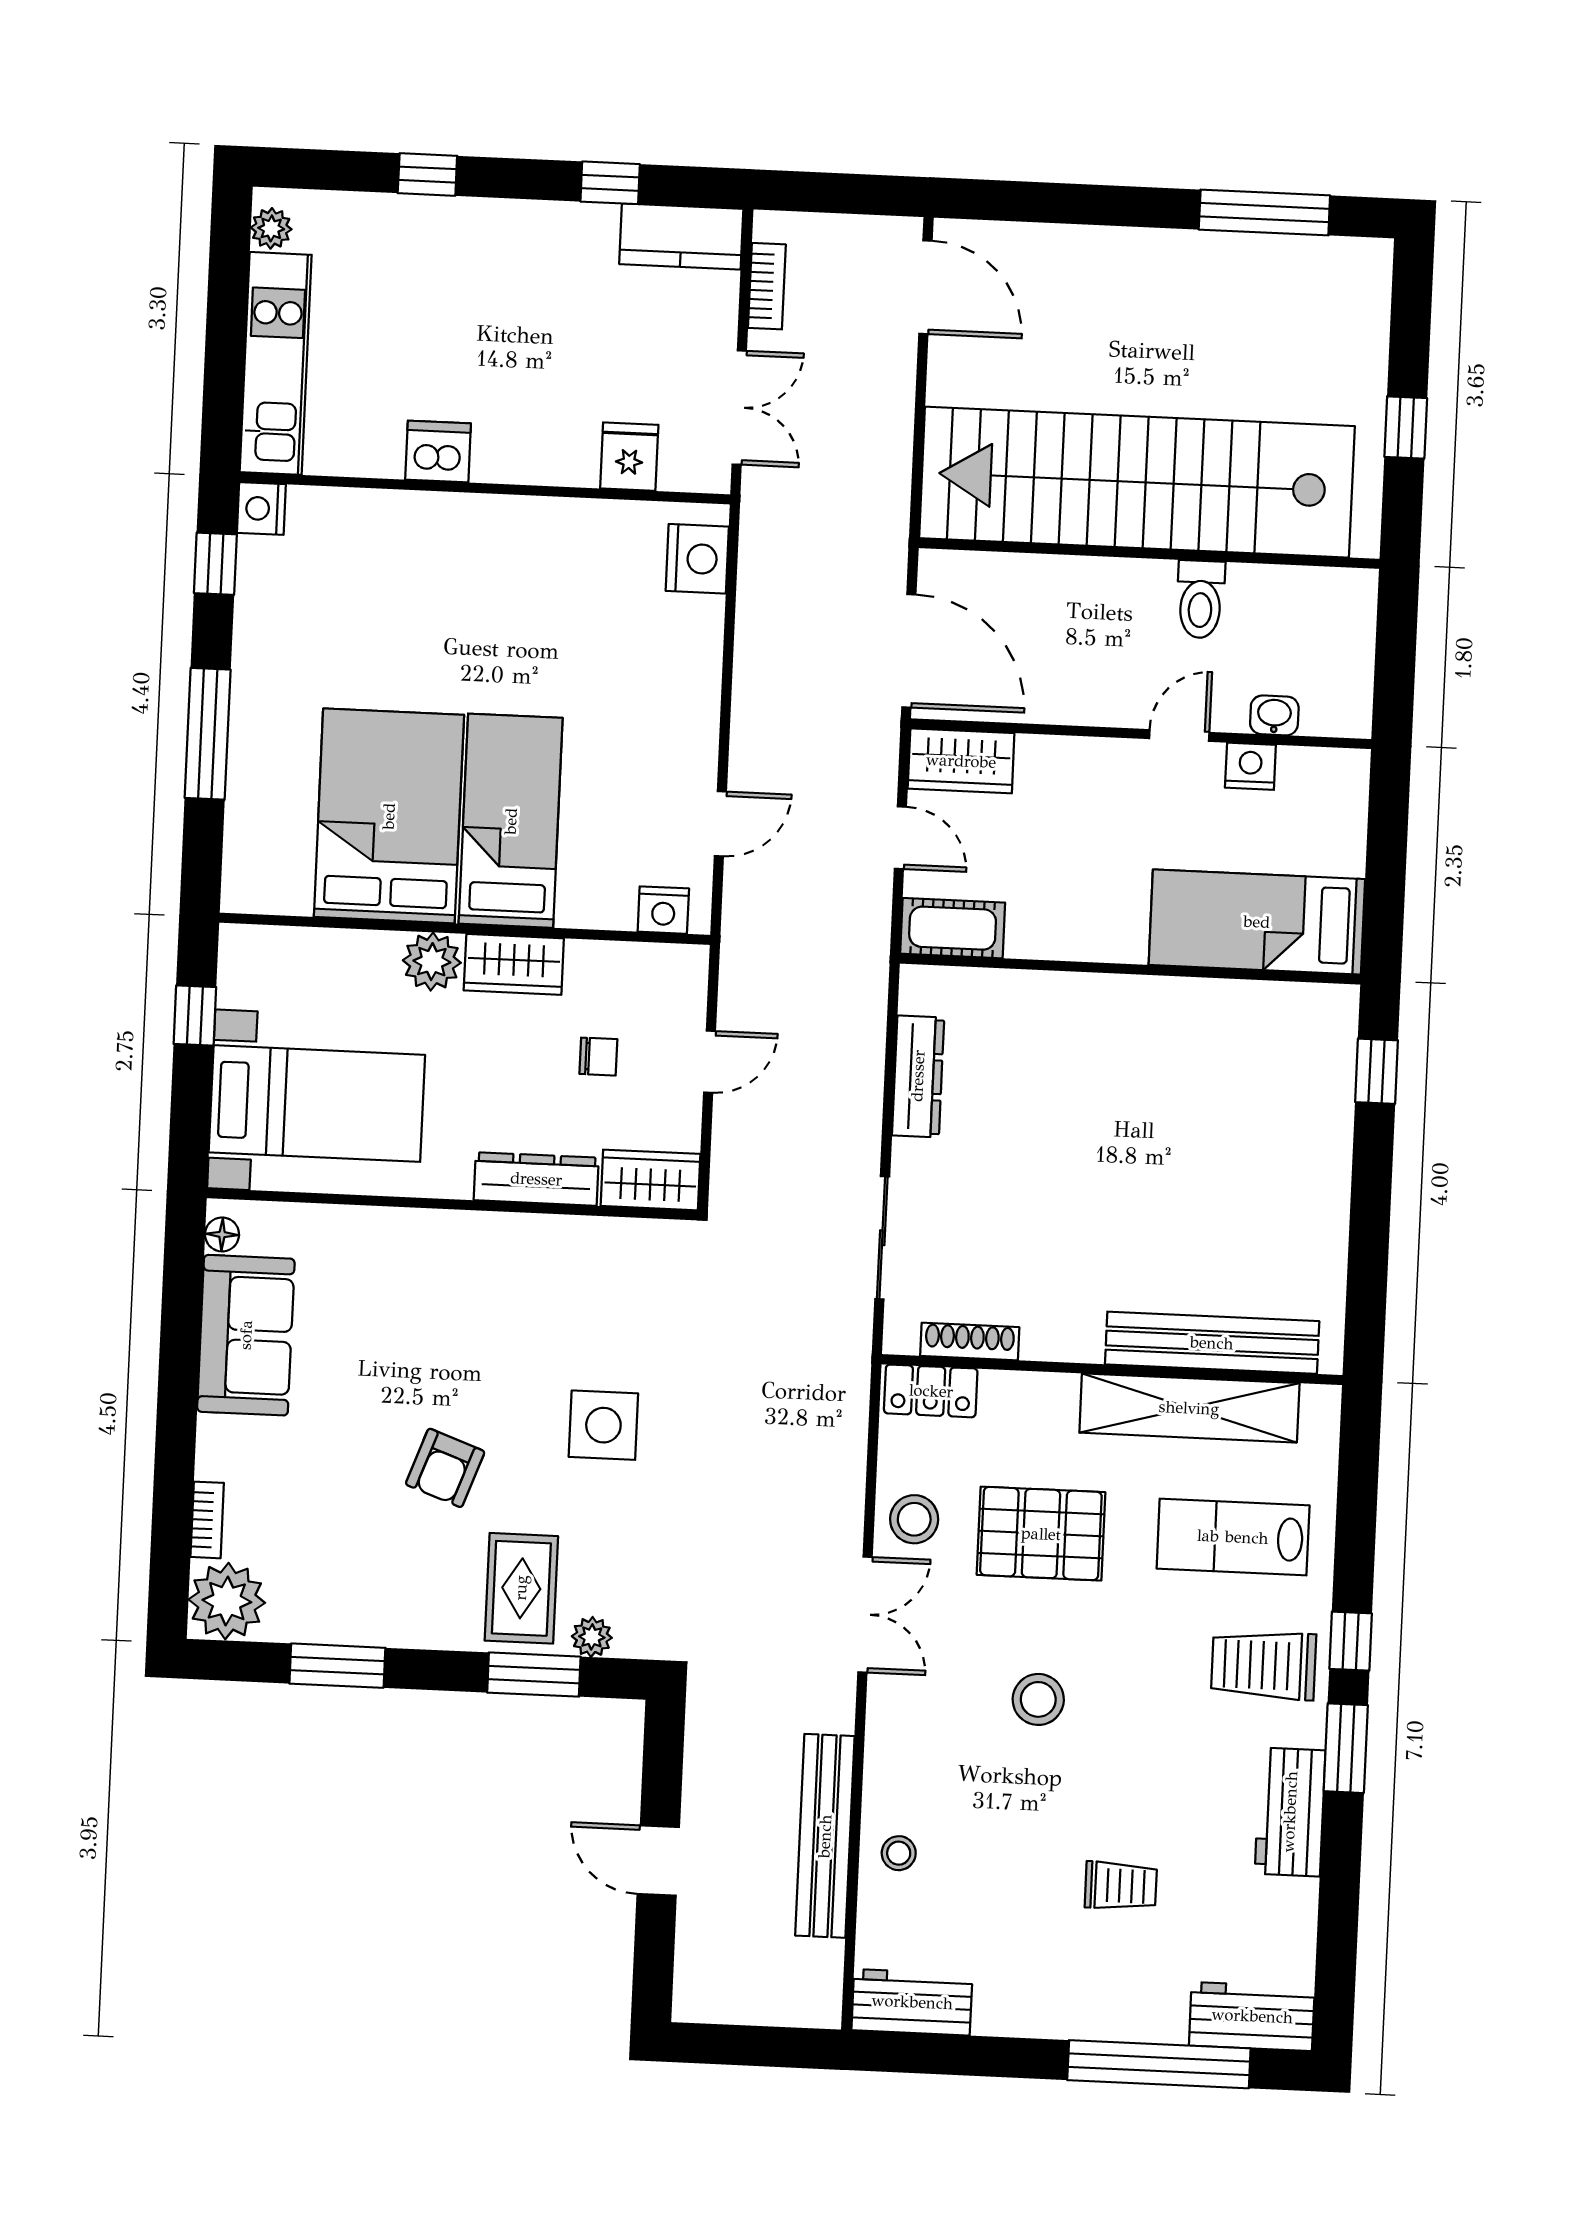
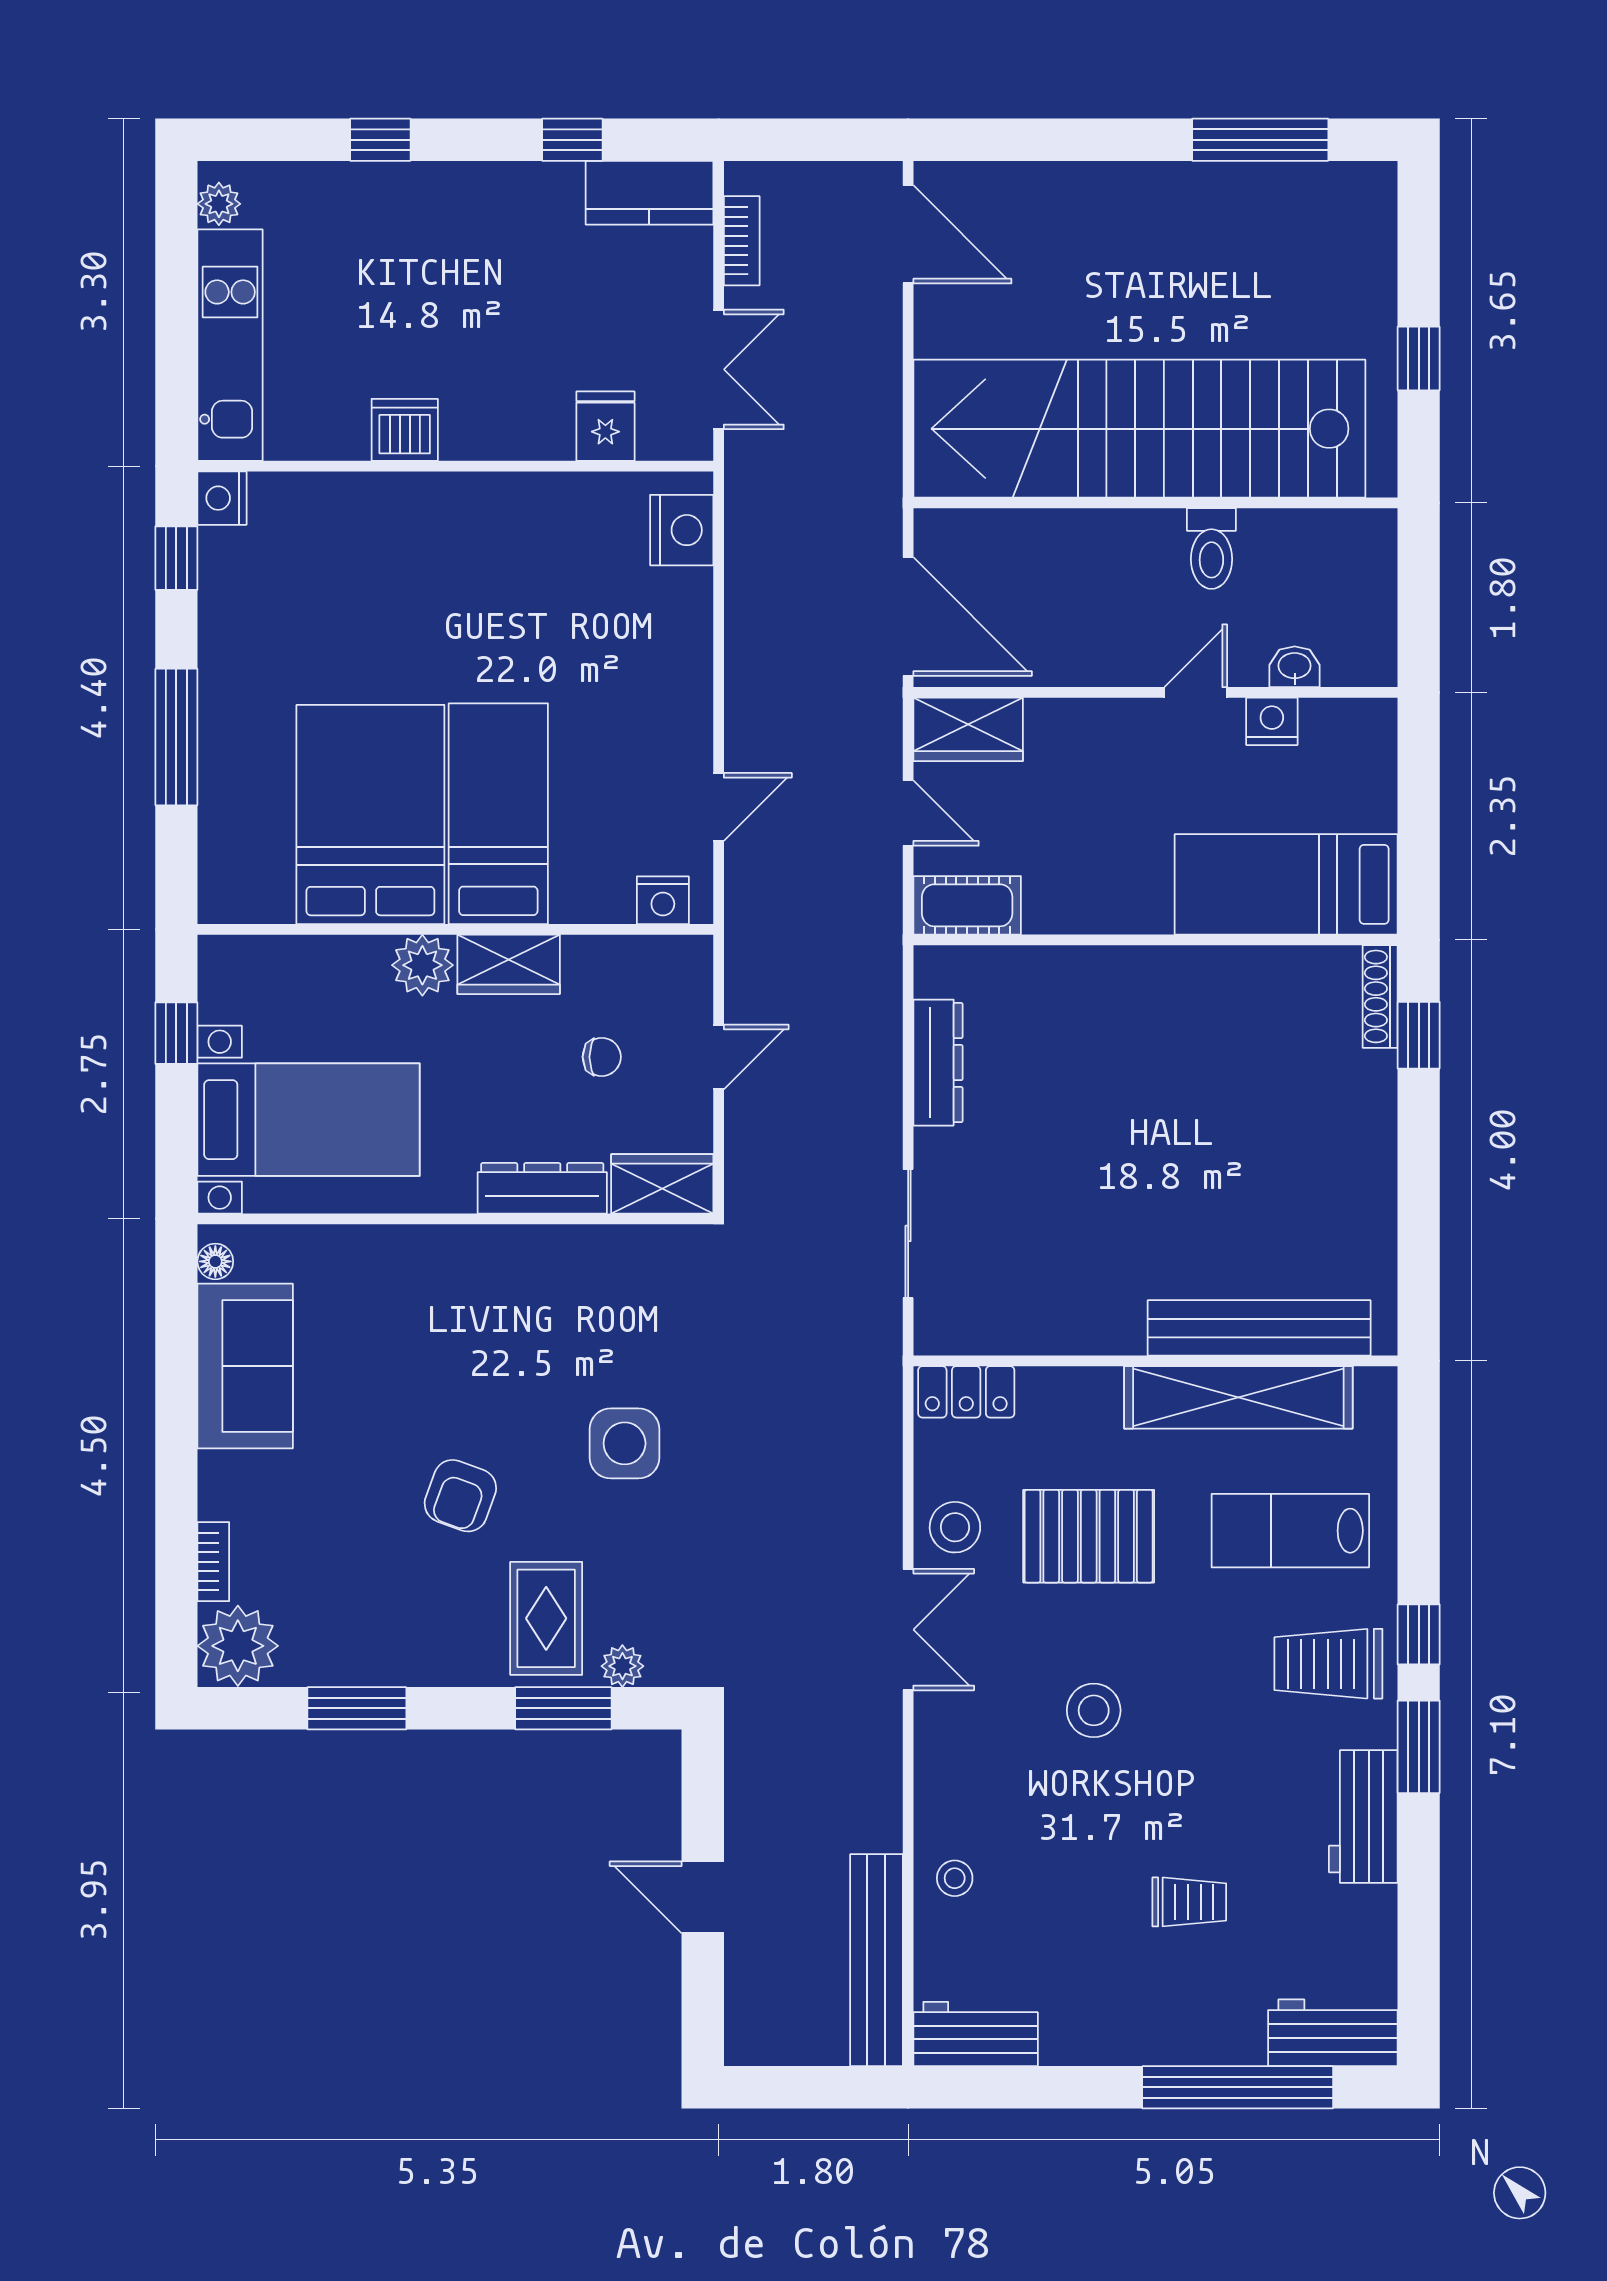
shoe rack: (970, 1342) -> (1380, 996), moved, turned -90
bench: (825, 1836) -> (876, 1960), moved

